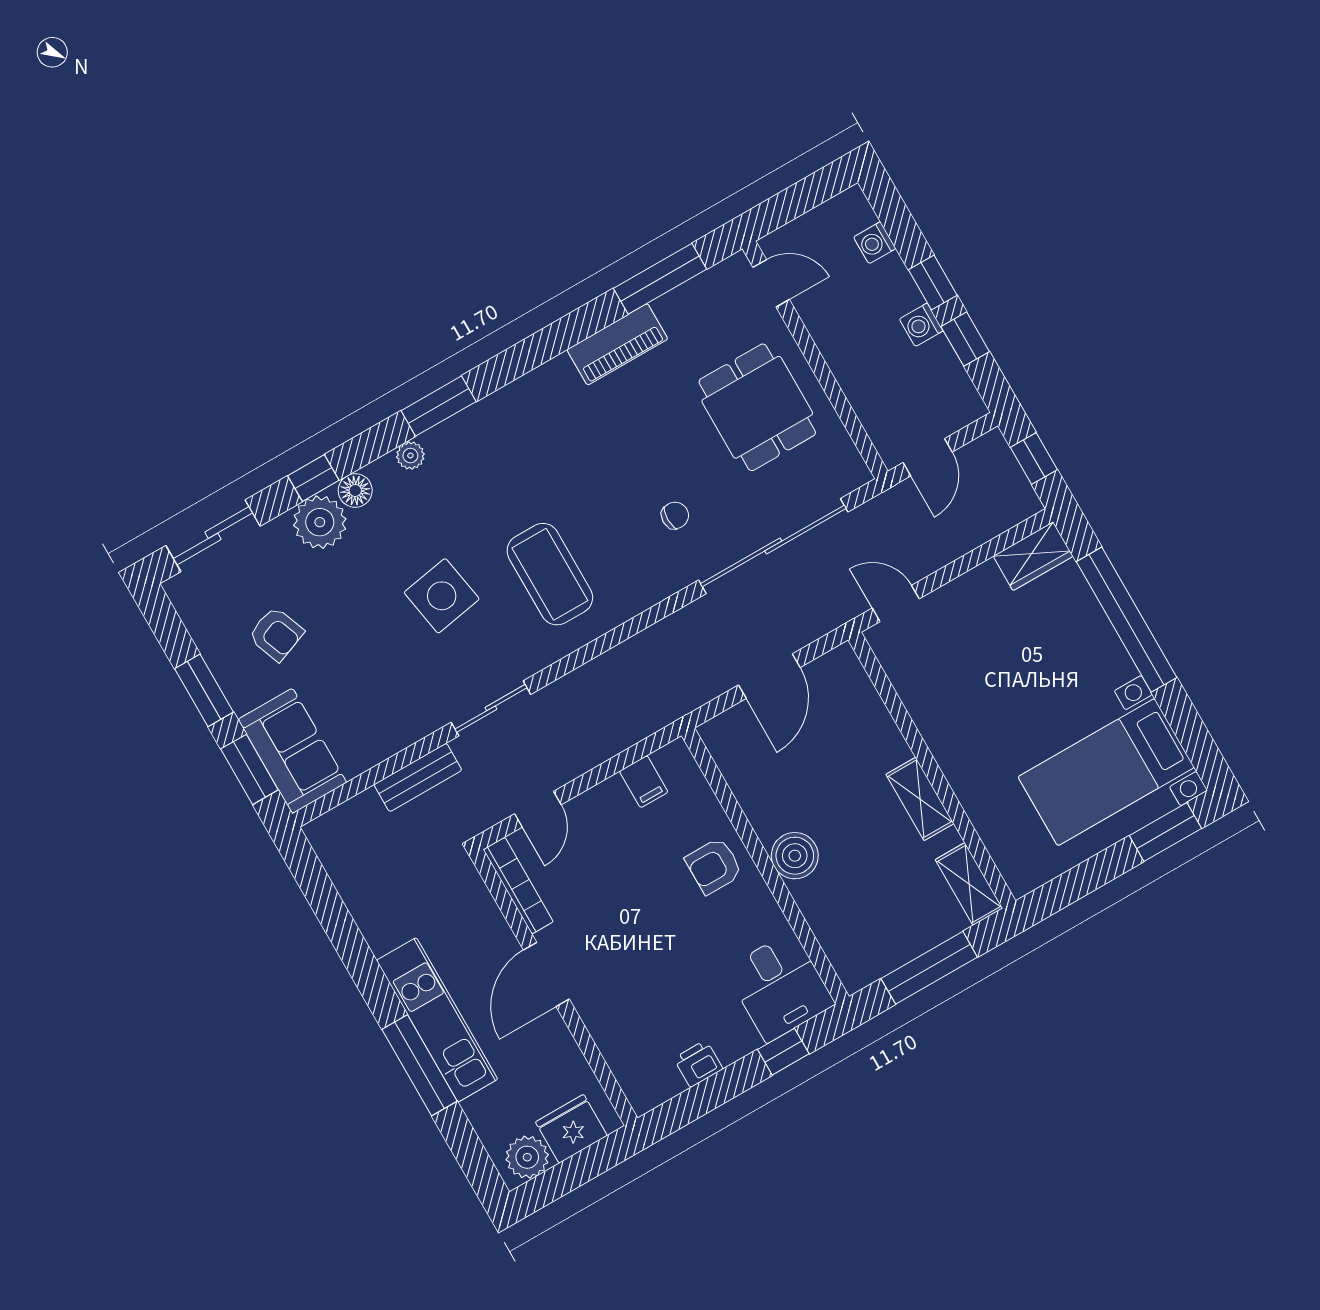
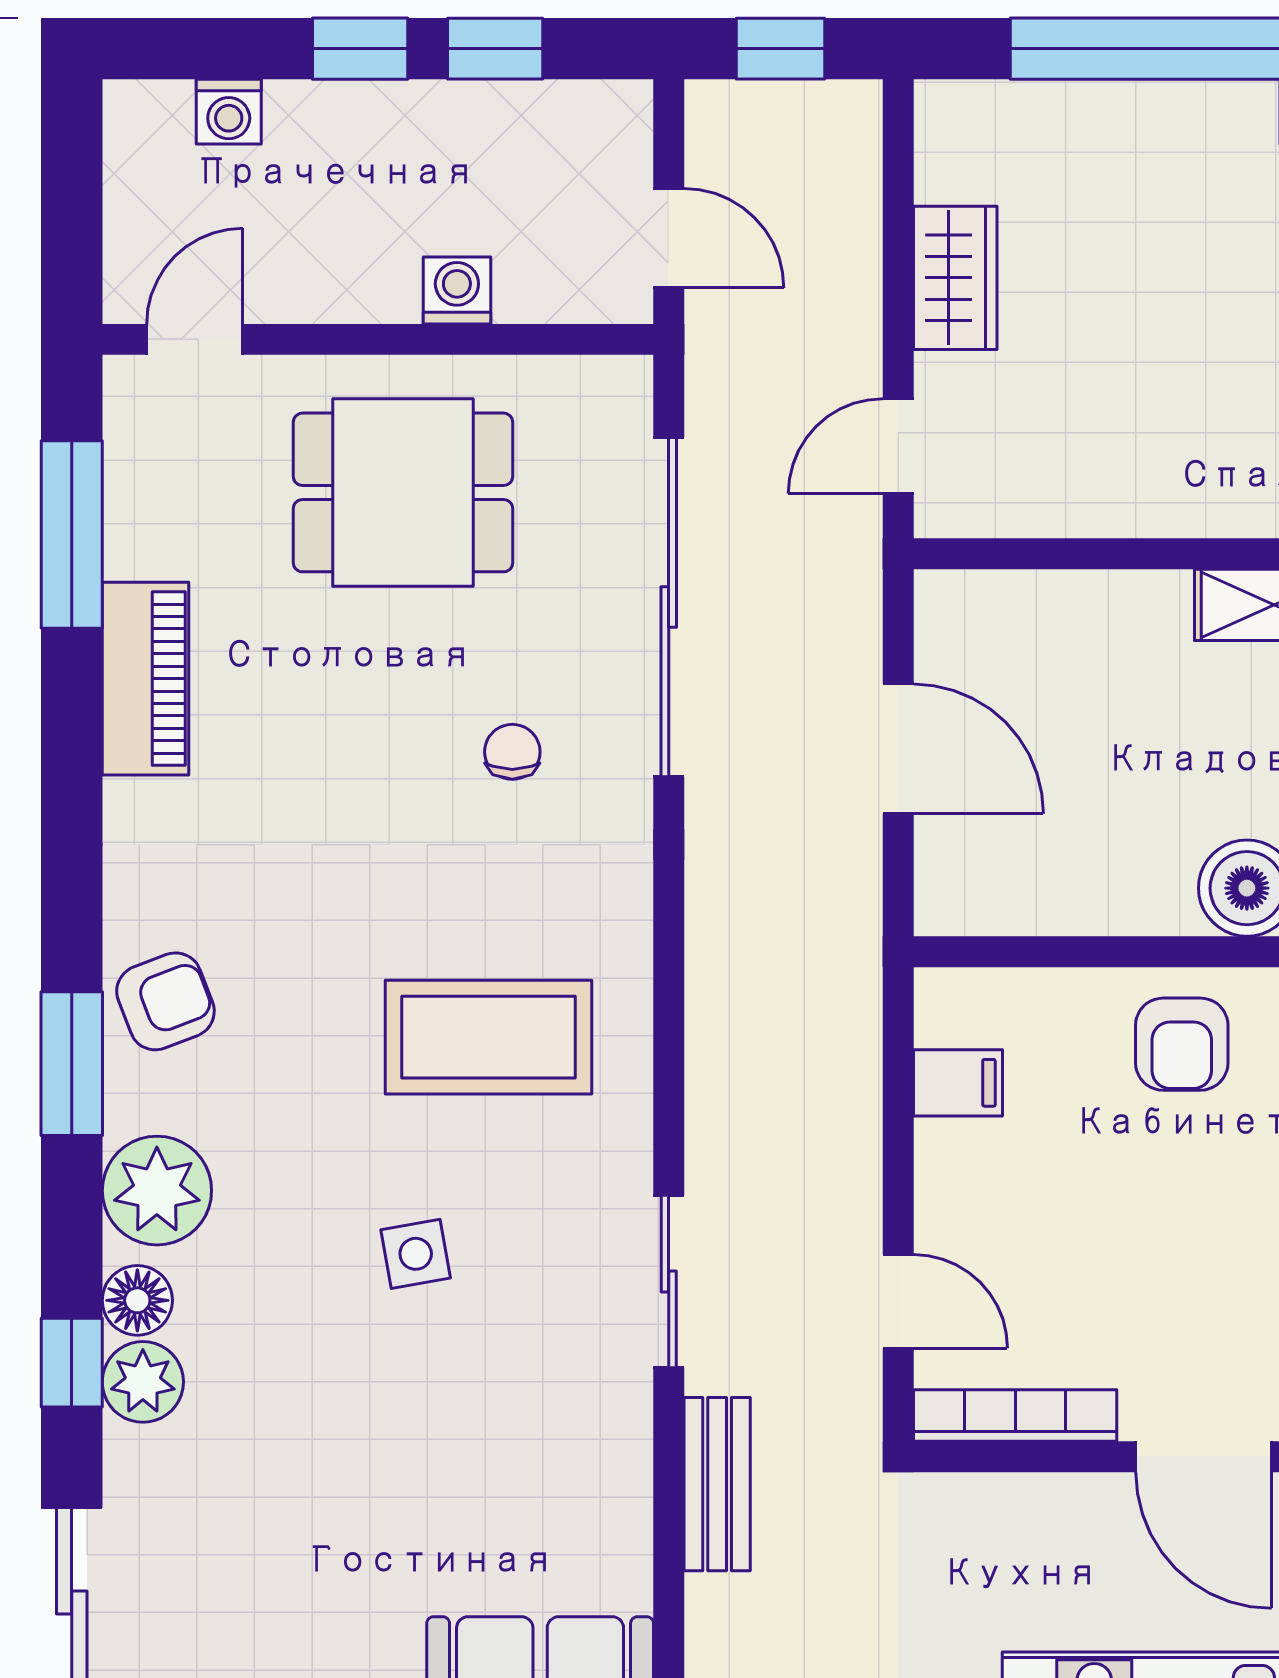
washing machine: (921, 325) -> (457, 291), moved, turned 180
plant: (410, 456) -> (157, 1191), width x1.88, depth x1.88
plant: (320, 522) -> (143, 1382), width x0.73, depth x0.73
wardrobe: (1033, 556) -> (955, 278), moved
side table: (442, 596) -> (416, 1254), width x0.54, depth x0.54
armchair: (276, 634) -> (165, 1001), moved

